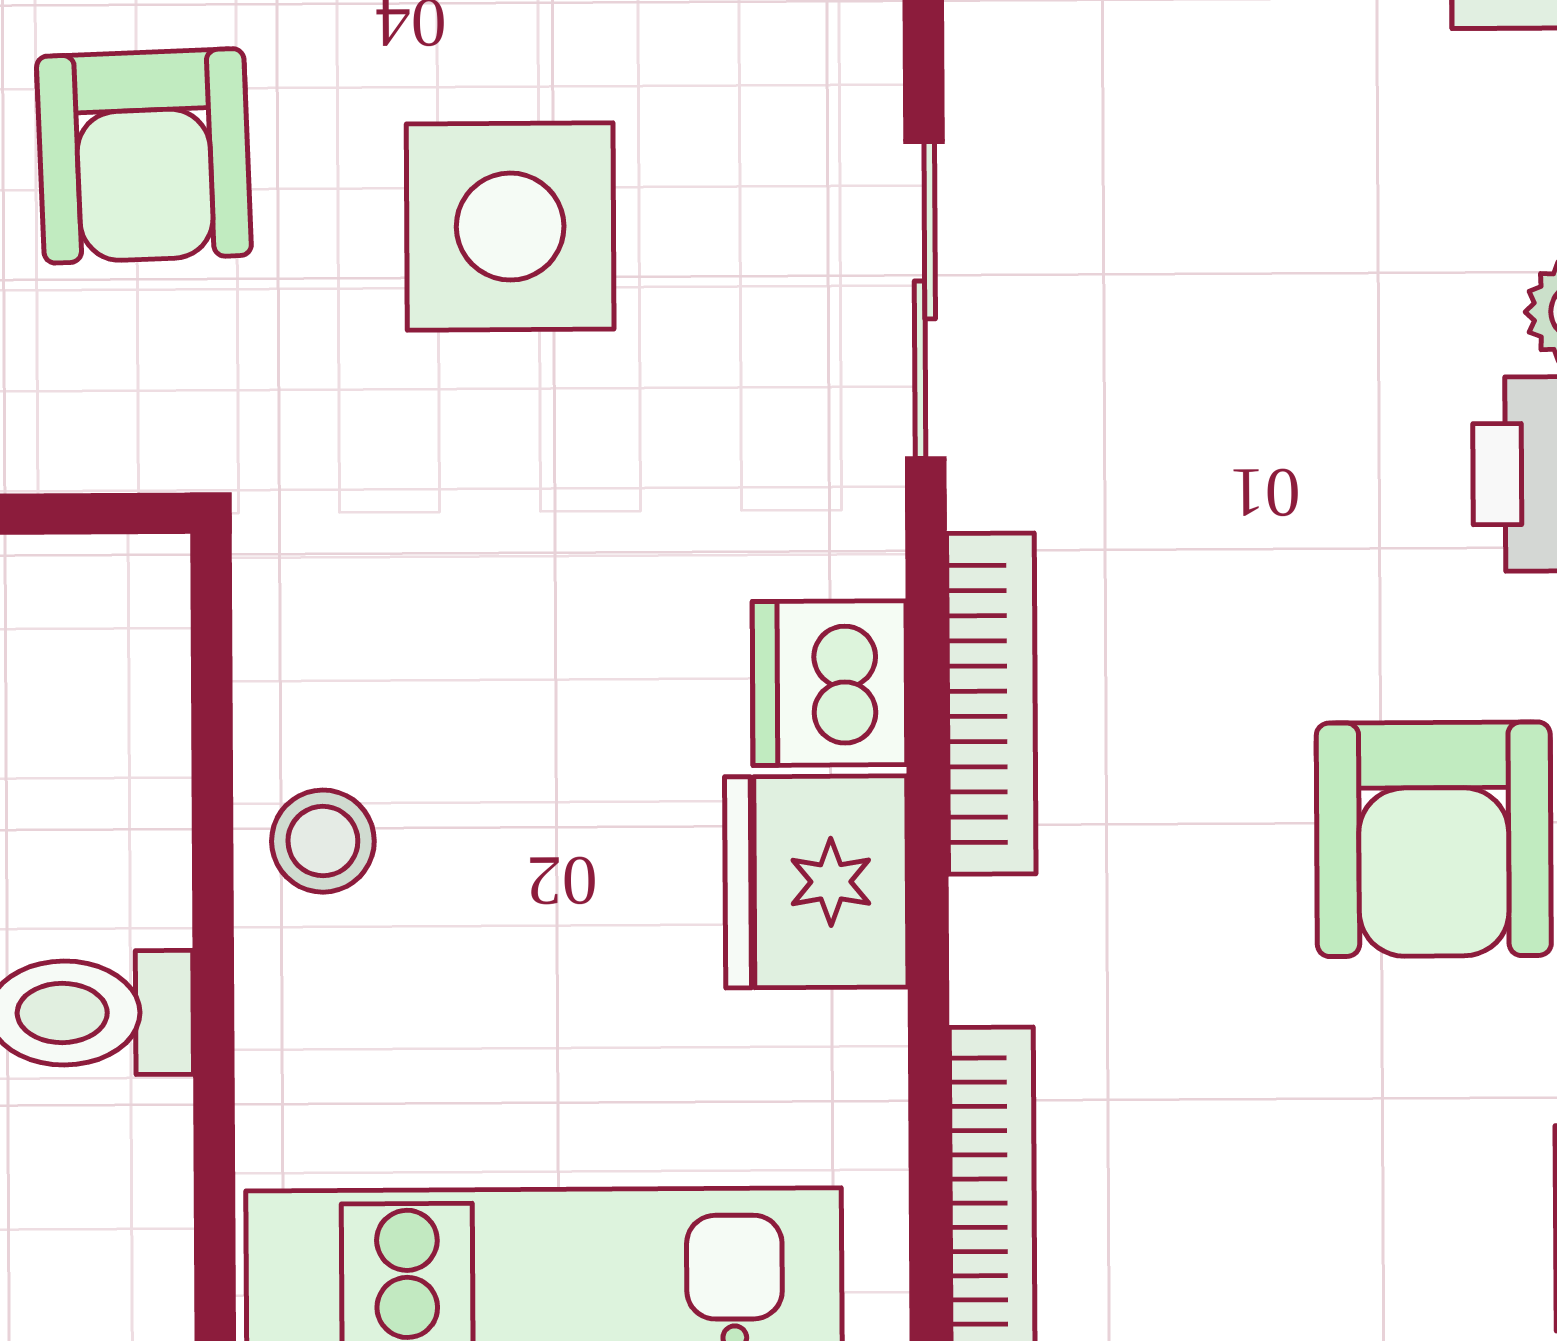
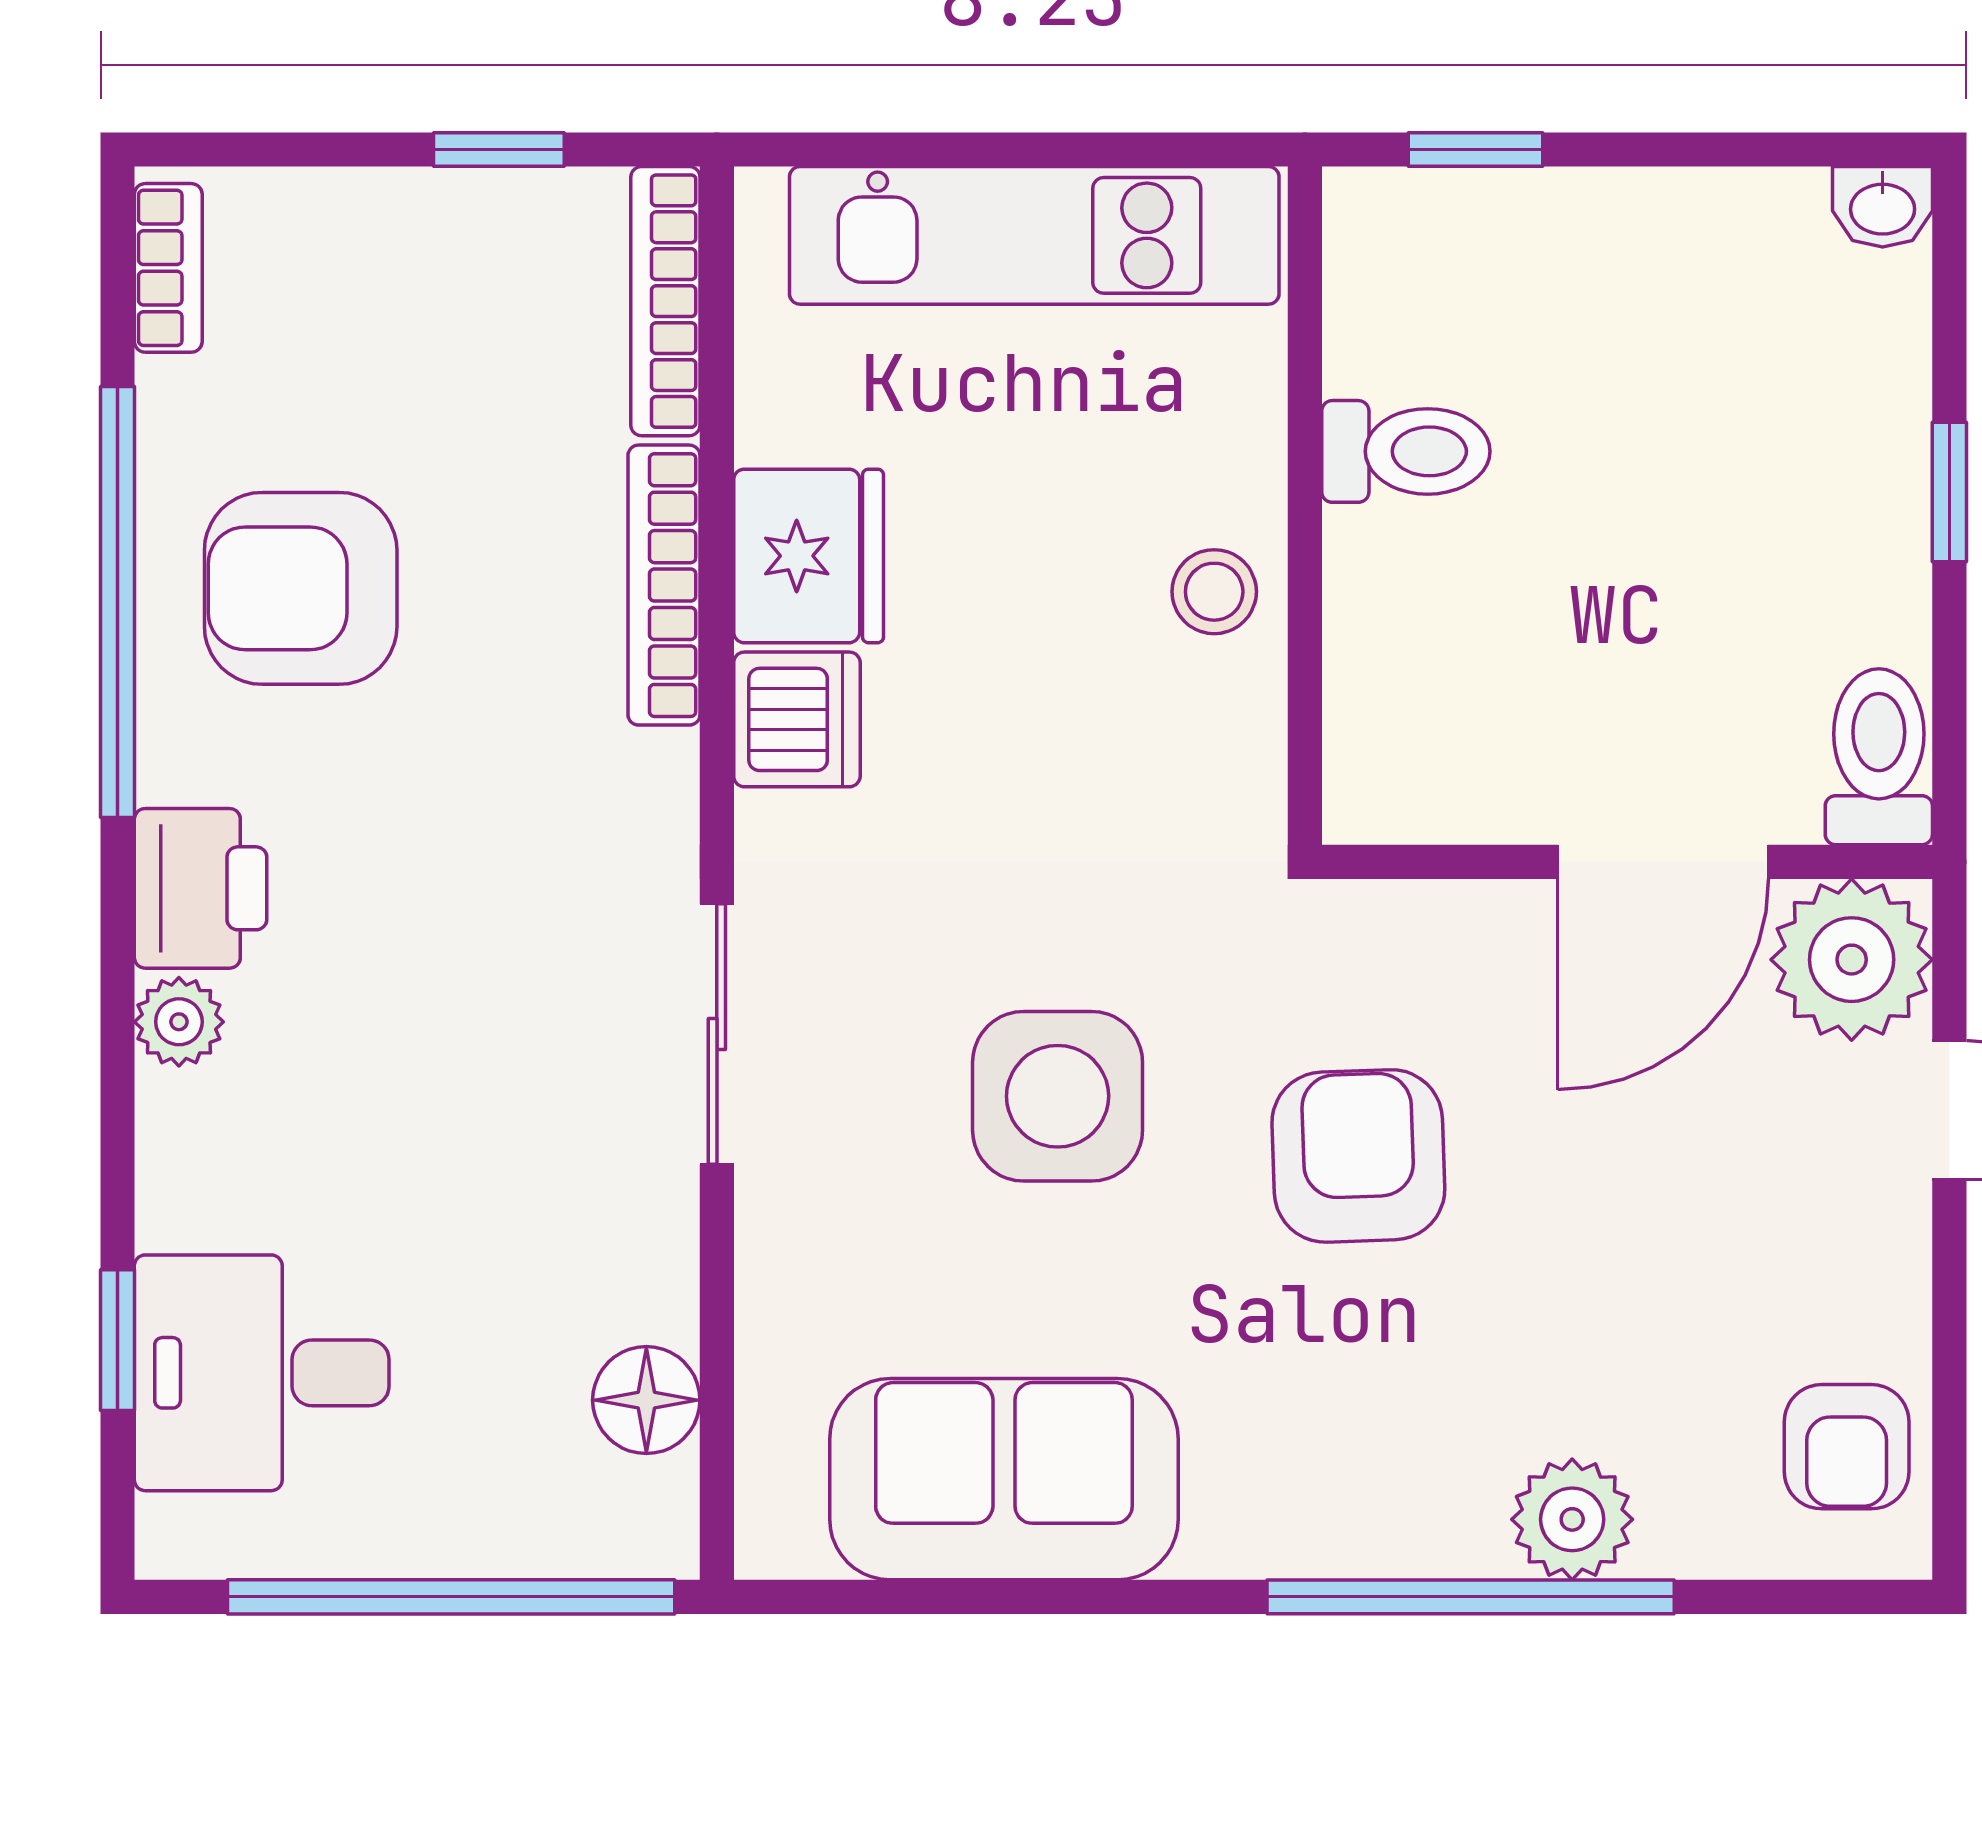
bookcase: (991, 704) -> (664, 585), moved
armchair: (1434, 839) -> (301, 588), turned -90

